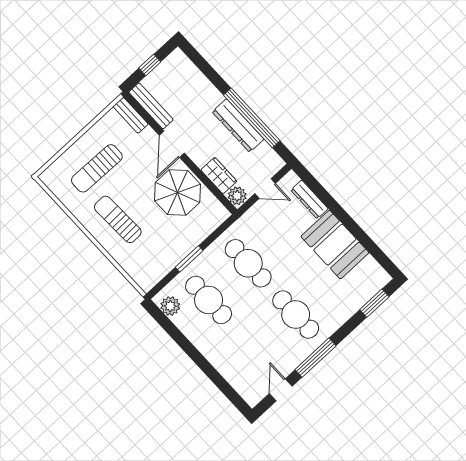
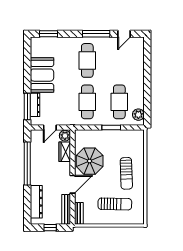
dresser: (238, 125) -> (36, 202), moved
door: (265, 188) -> (50, 128), swing flipped
window: (317, 189) -> (27, 107), added

